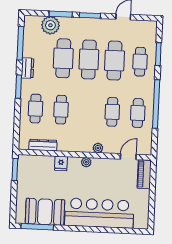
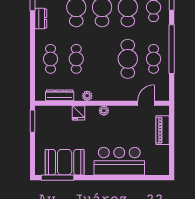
window: (18, 87) -> (32, 38), removed
cafe table: (112, 112) -> (128, 59), width x1.37, depth x1.35
plant: (98, 148) -> (87, 96), moved
piano: (144, 174) -> (163, 130), moved
bar counter: (99, 213) -> (119, 161), width x0.73

